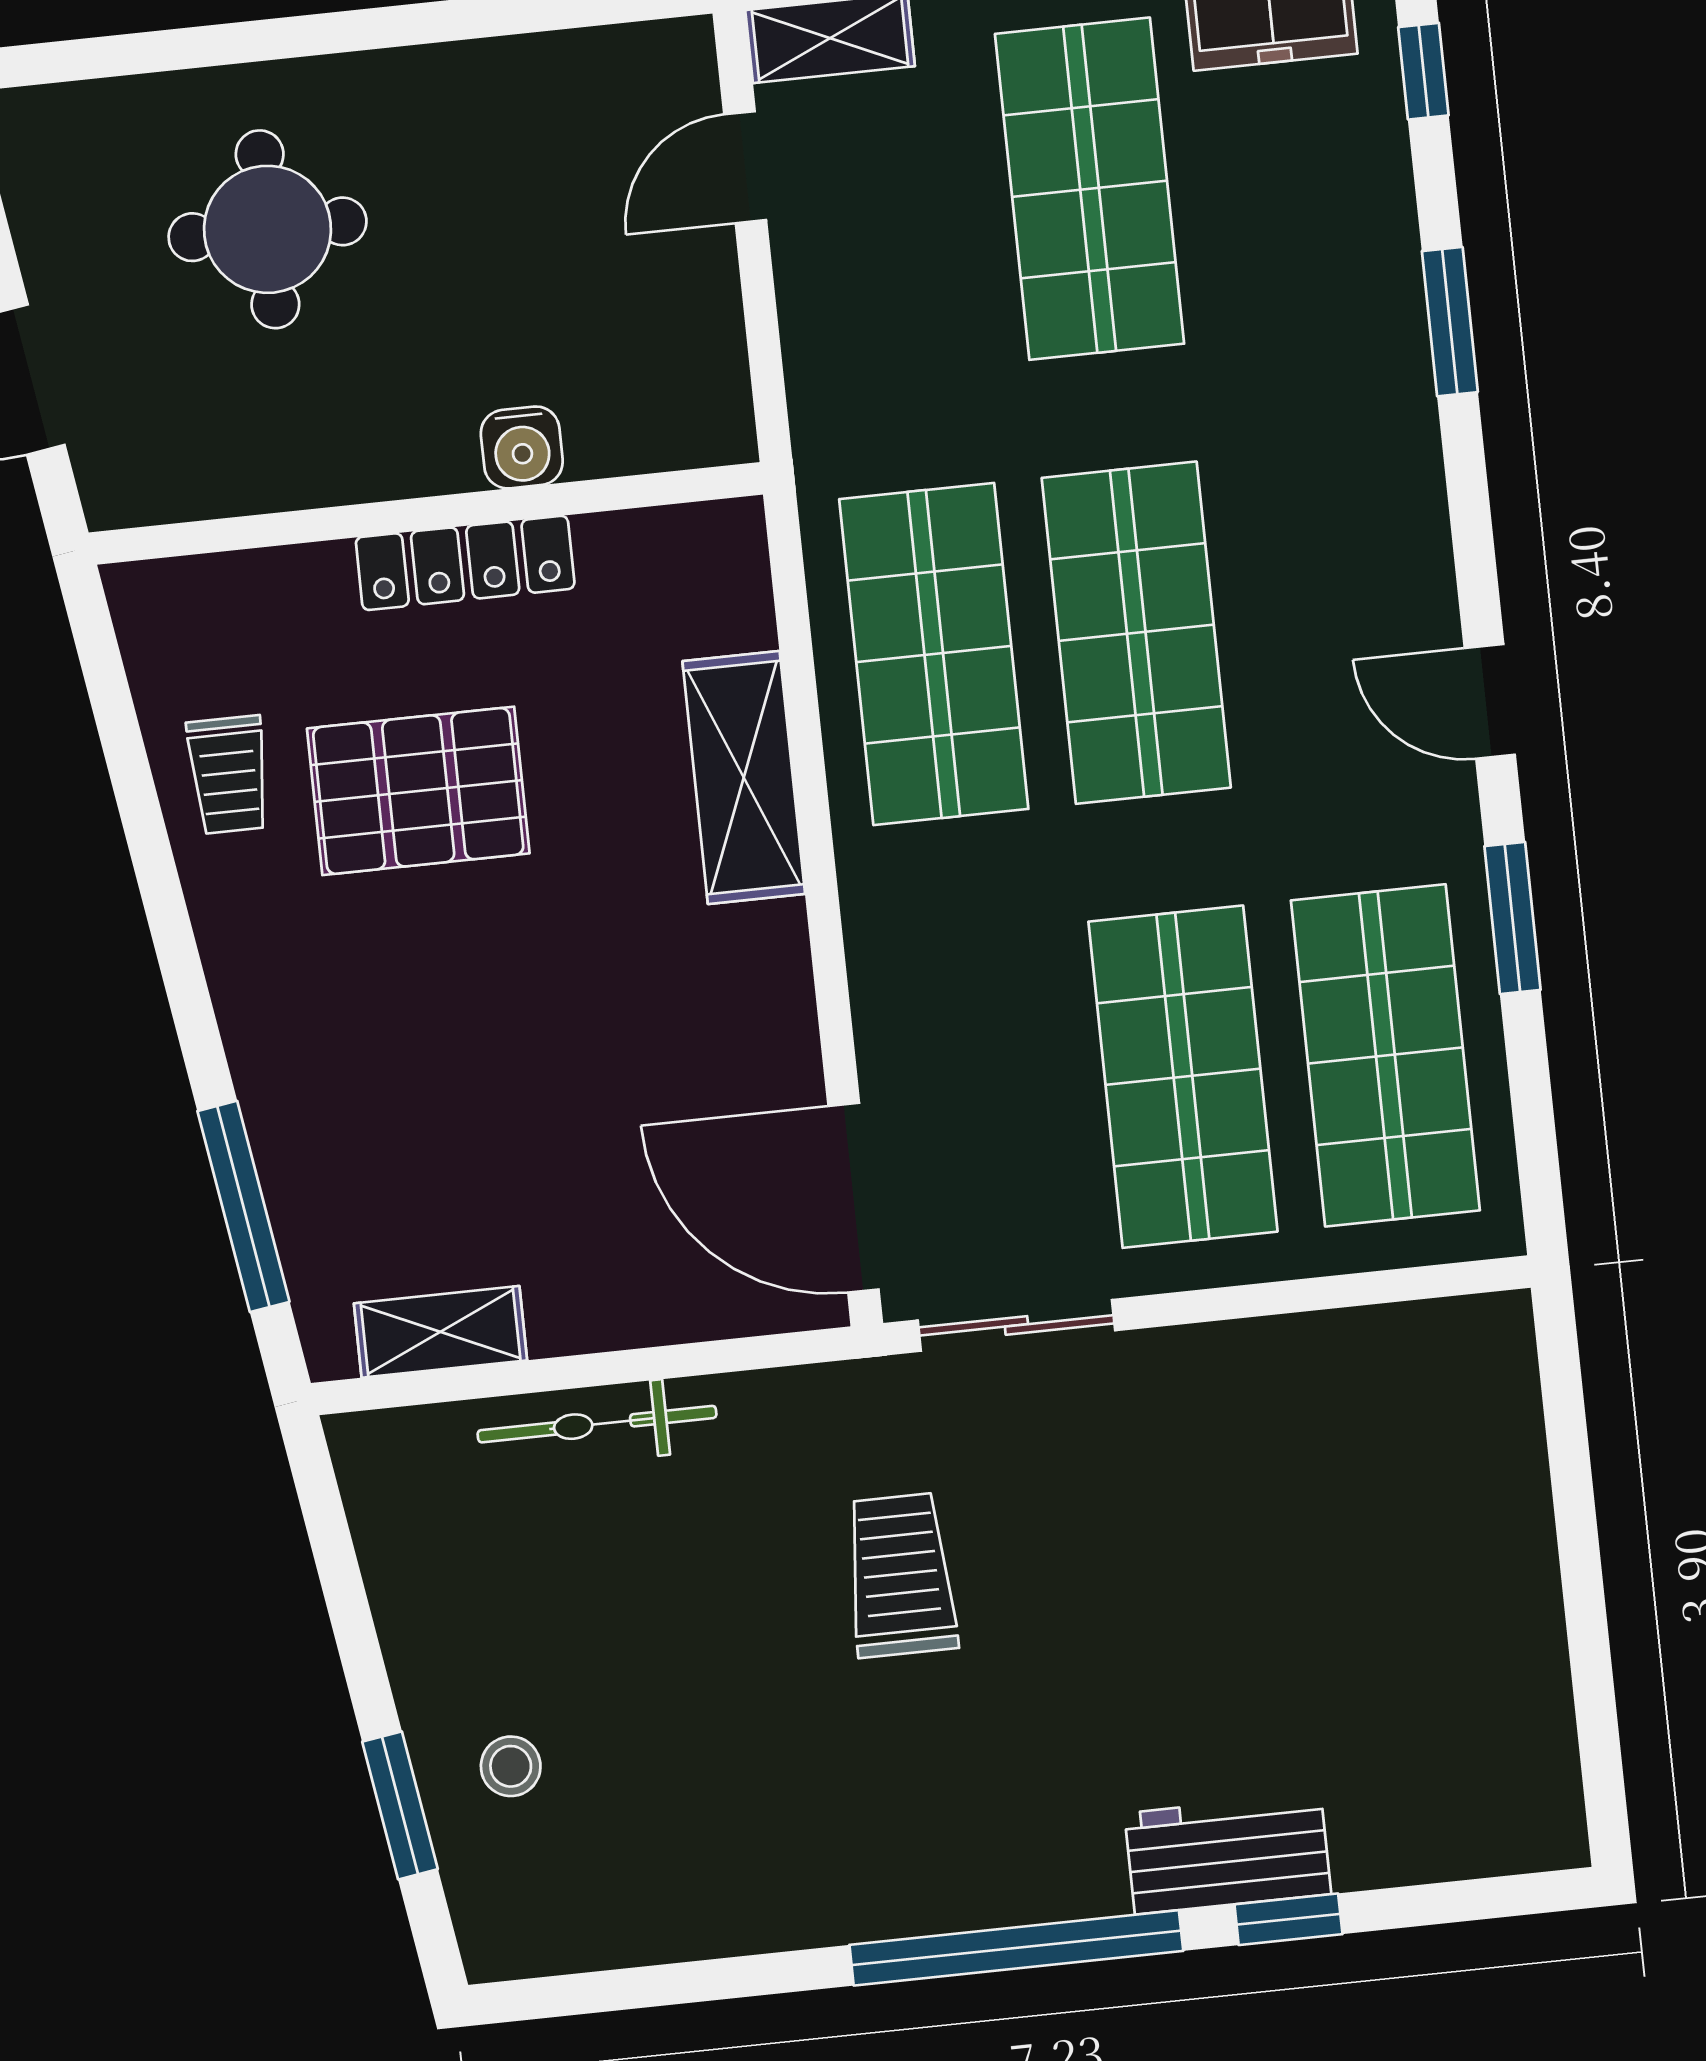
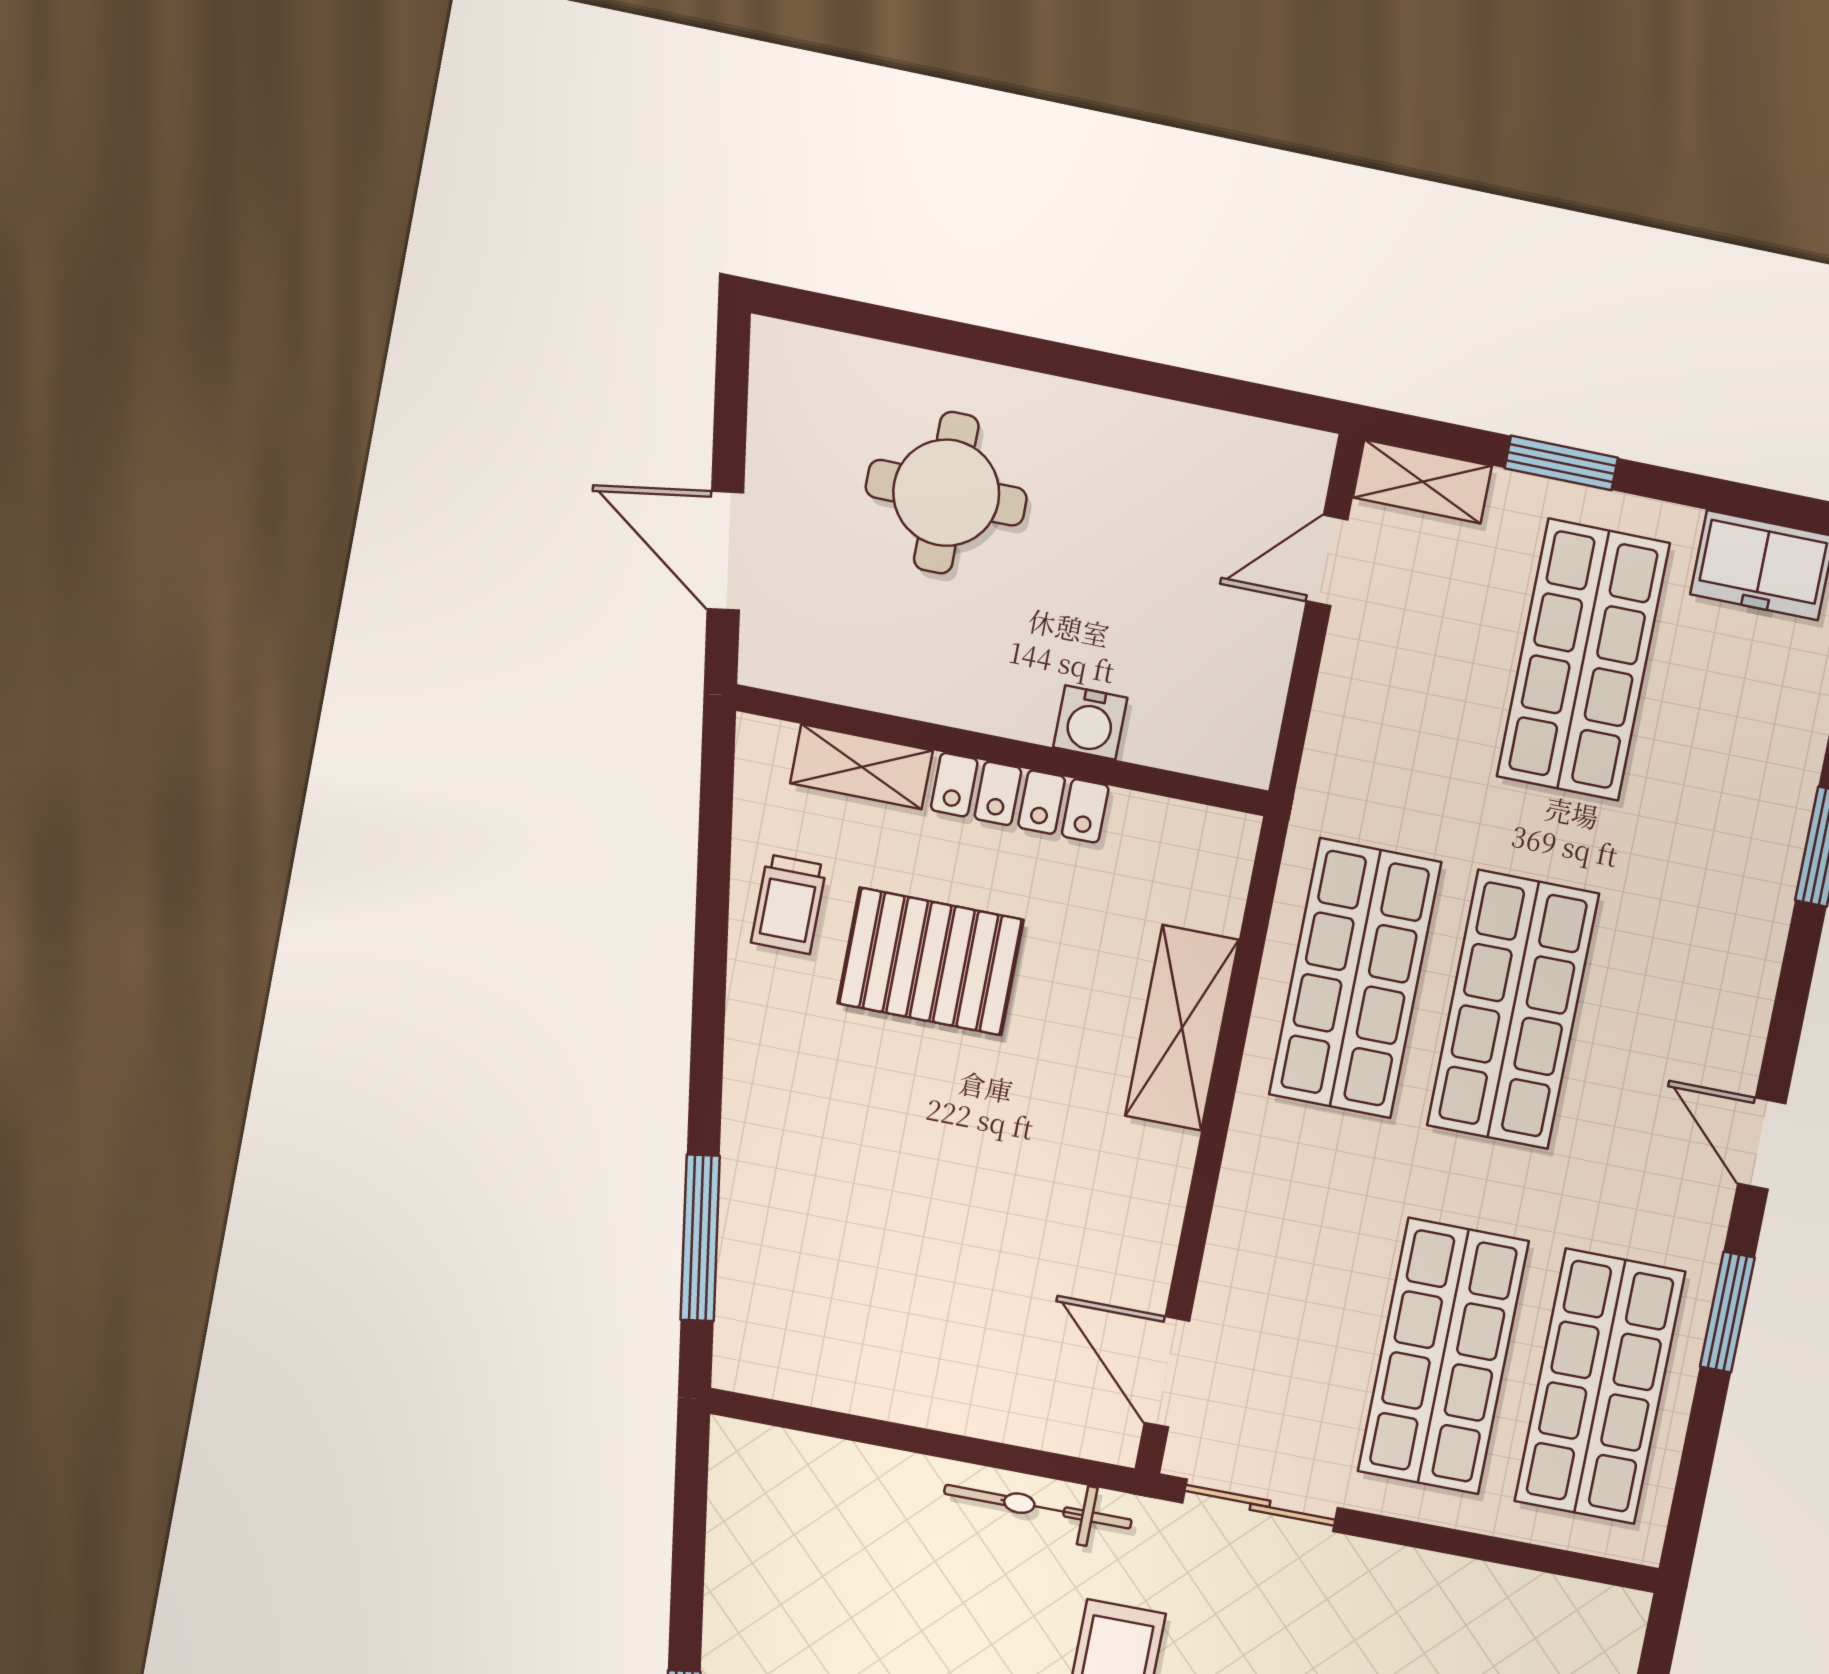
door: (854, 1198) -> (1167, 1372), width x0.73
shelving: (441, 1332) -> (861, 767), moved
bicycle: (597, 1424) -> (1038, 1507), moved

